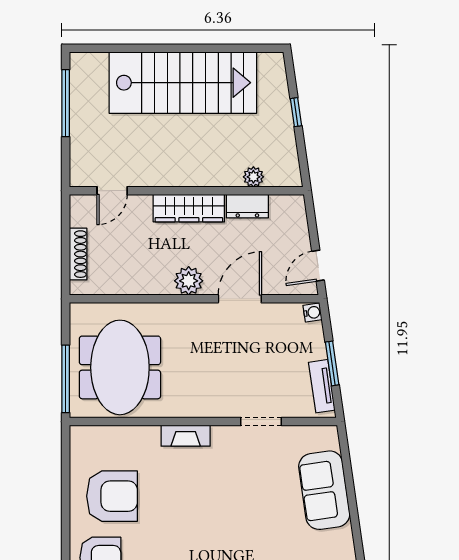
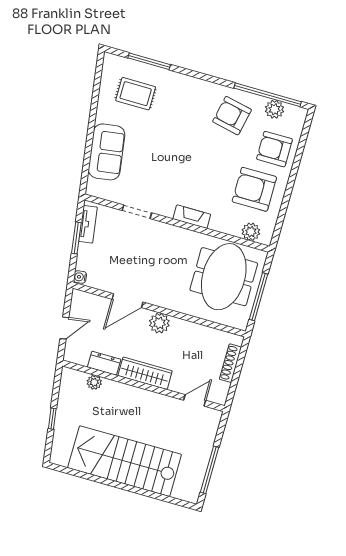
door: (318, 266) -> (64, 328), moved
window: (66, 379) -> (259, 297), moved
plant: (101, 438) -> (251, 232), added

